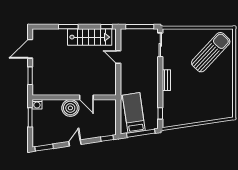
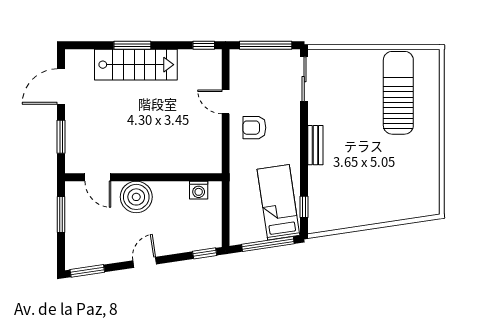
stairs: (90, 37) -> (136, 65), moved
sun lounger: (211, 52) -> (398, 93), turned -43
armchair: (134, 71) -> (254, 128), added
door: (86, 97) -> (98, 177), moved
washing machine: (37, 104) -> (199, 190), moved
bed: (134, 113) -> (278, 202), moved

